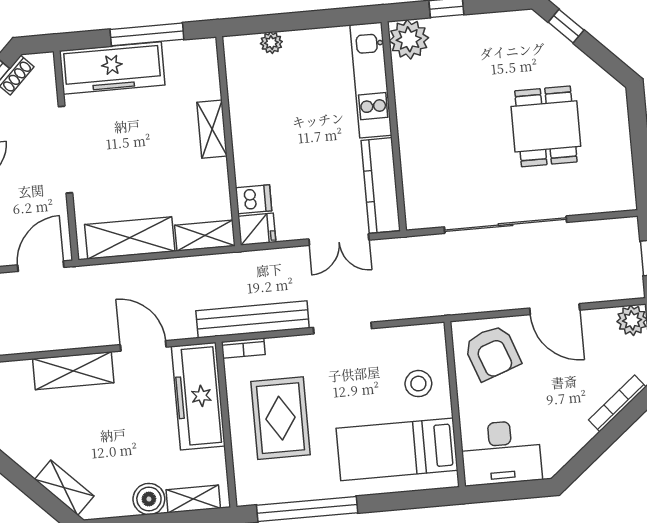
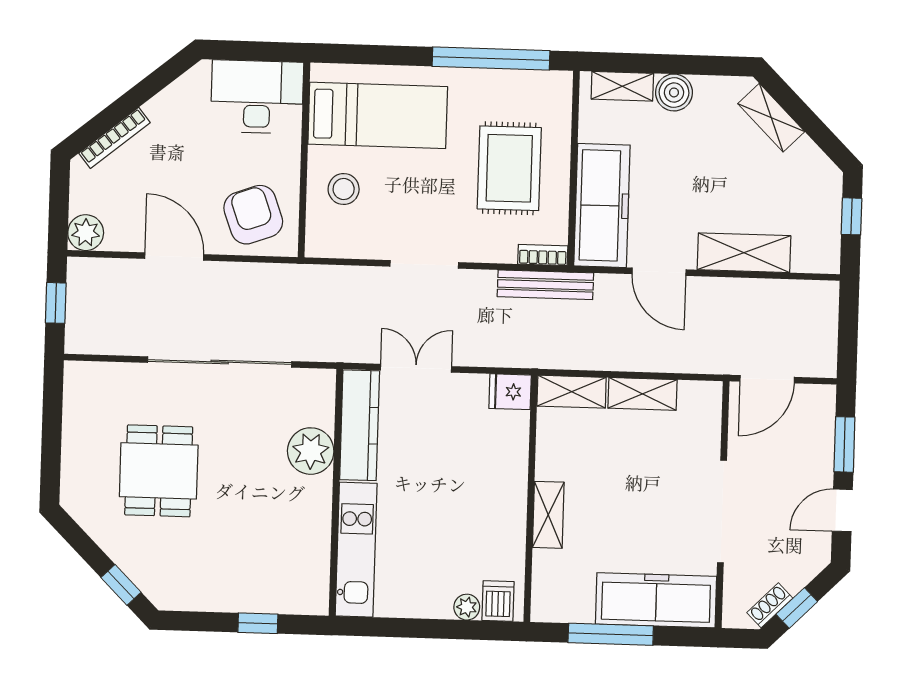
plant: (409, 39) -> (311, 451), moved
dishwasher: (254, 199) -> (498, 601), moved, turned 90
shelving: (130, 238) -> (643, 394), width x0.67, depth x0.75
bench: (253, 319) -> (545, 285), width x0.73, depth x0.82

